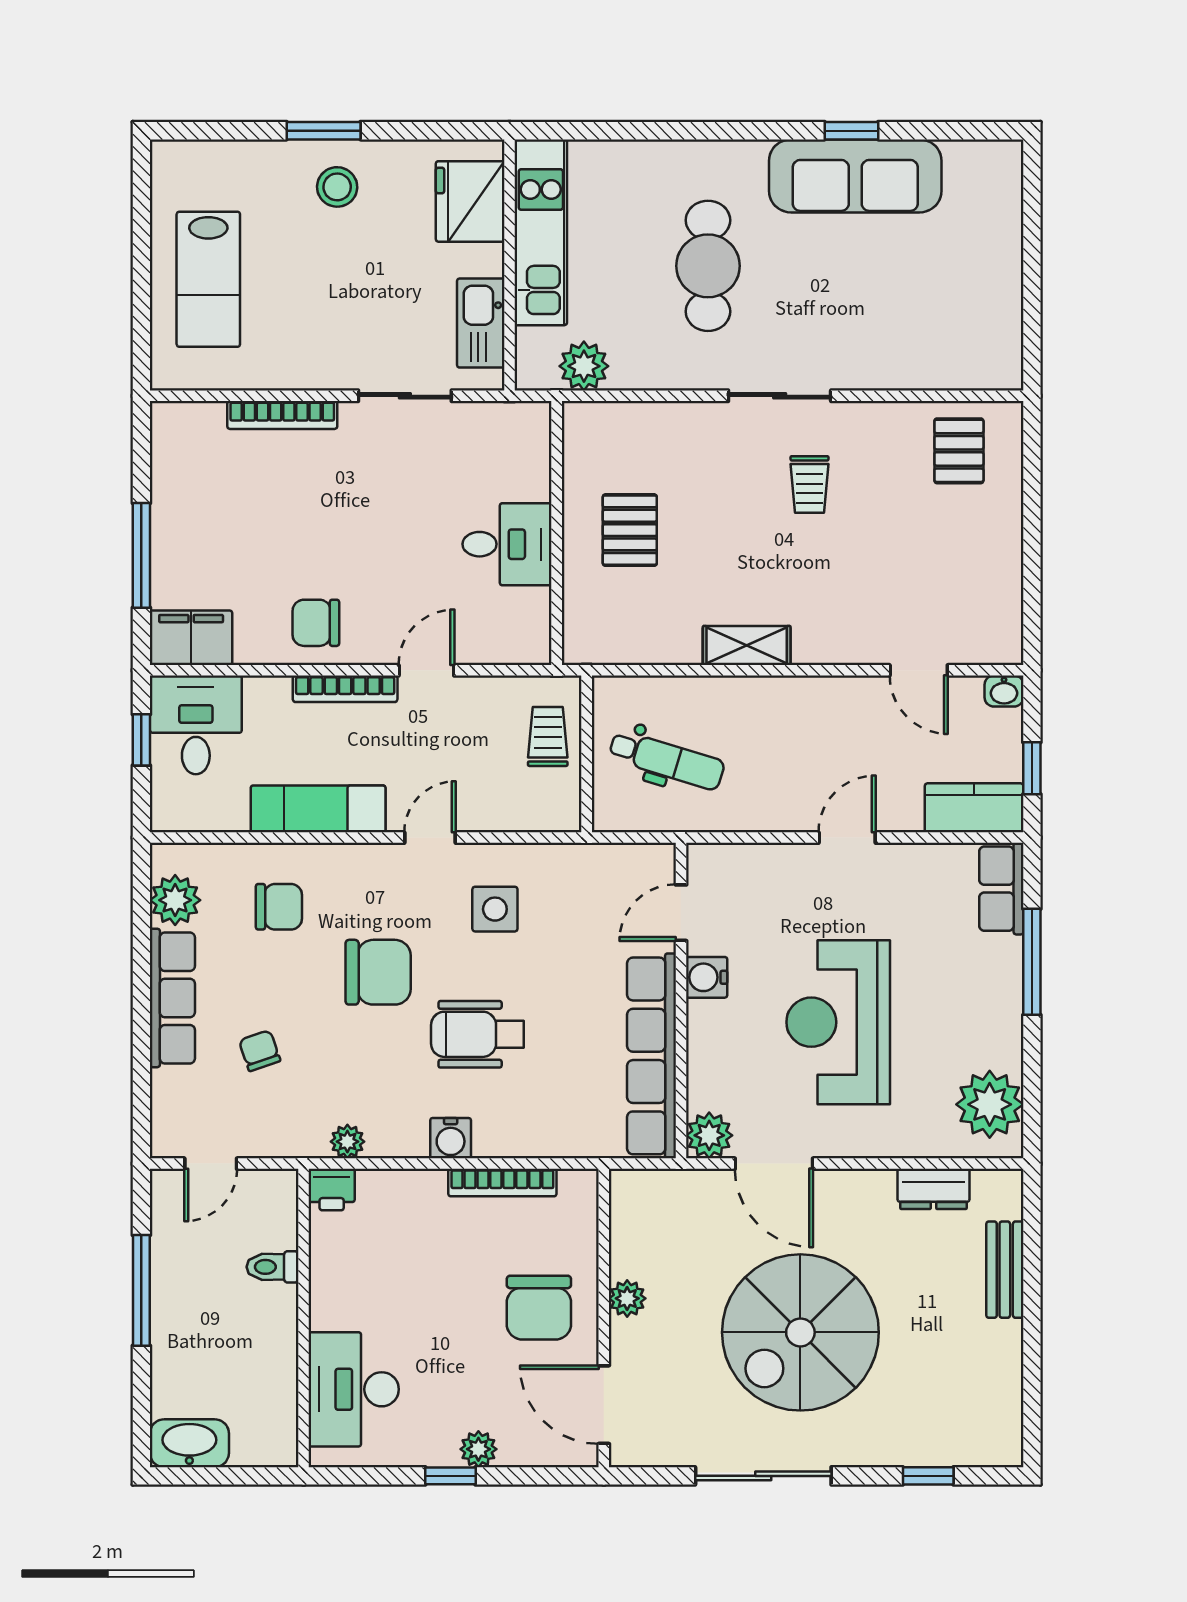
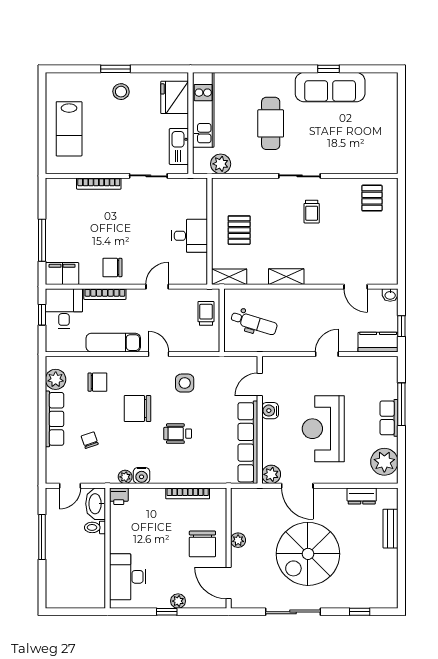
shelving: (605, 646) -> (229, 277), added
bookcase: (345, 689) -> (105, 294), moved
door: (430, 838) -> (158, 354), hinge flipped
row of seats: (1001, 889) -> (389, 418), moved
chair: (378, 972) -> (138, 409), turned 180
wheelchair: (477, 1034) -> (178, 434), width x0.73, depth x0.73
water cooler: (451, 1138) -> (142, 475), moved
washbasin: (189, 1443) -> (96, 504), moved, turned -90

